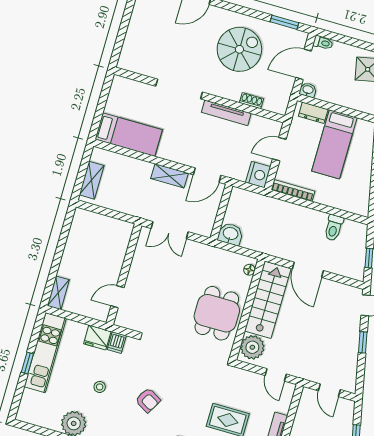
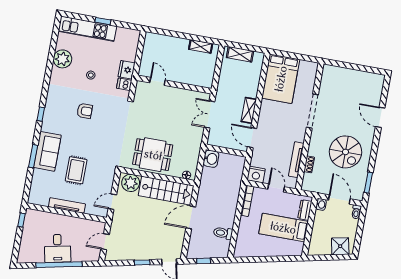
tv unit: (226, 113) -> (296, 160), moved
bed: (129, 135) -> (281, 79), width x1.50
shelving: (58, 293) -> (201, 46), moved
kitchen unit: (45, 353) -> (87, 29), moved
armchair: (148, 400) -> (85, 111), turned -120

